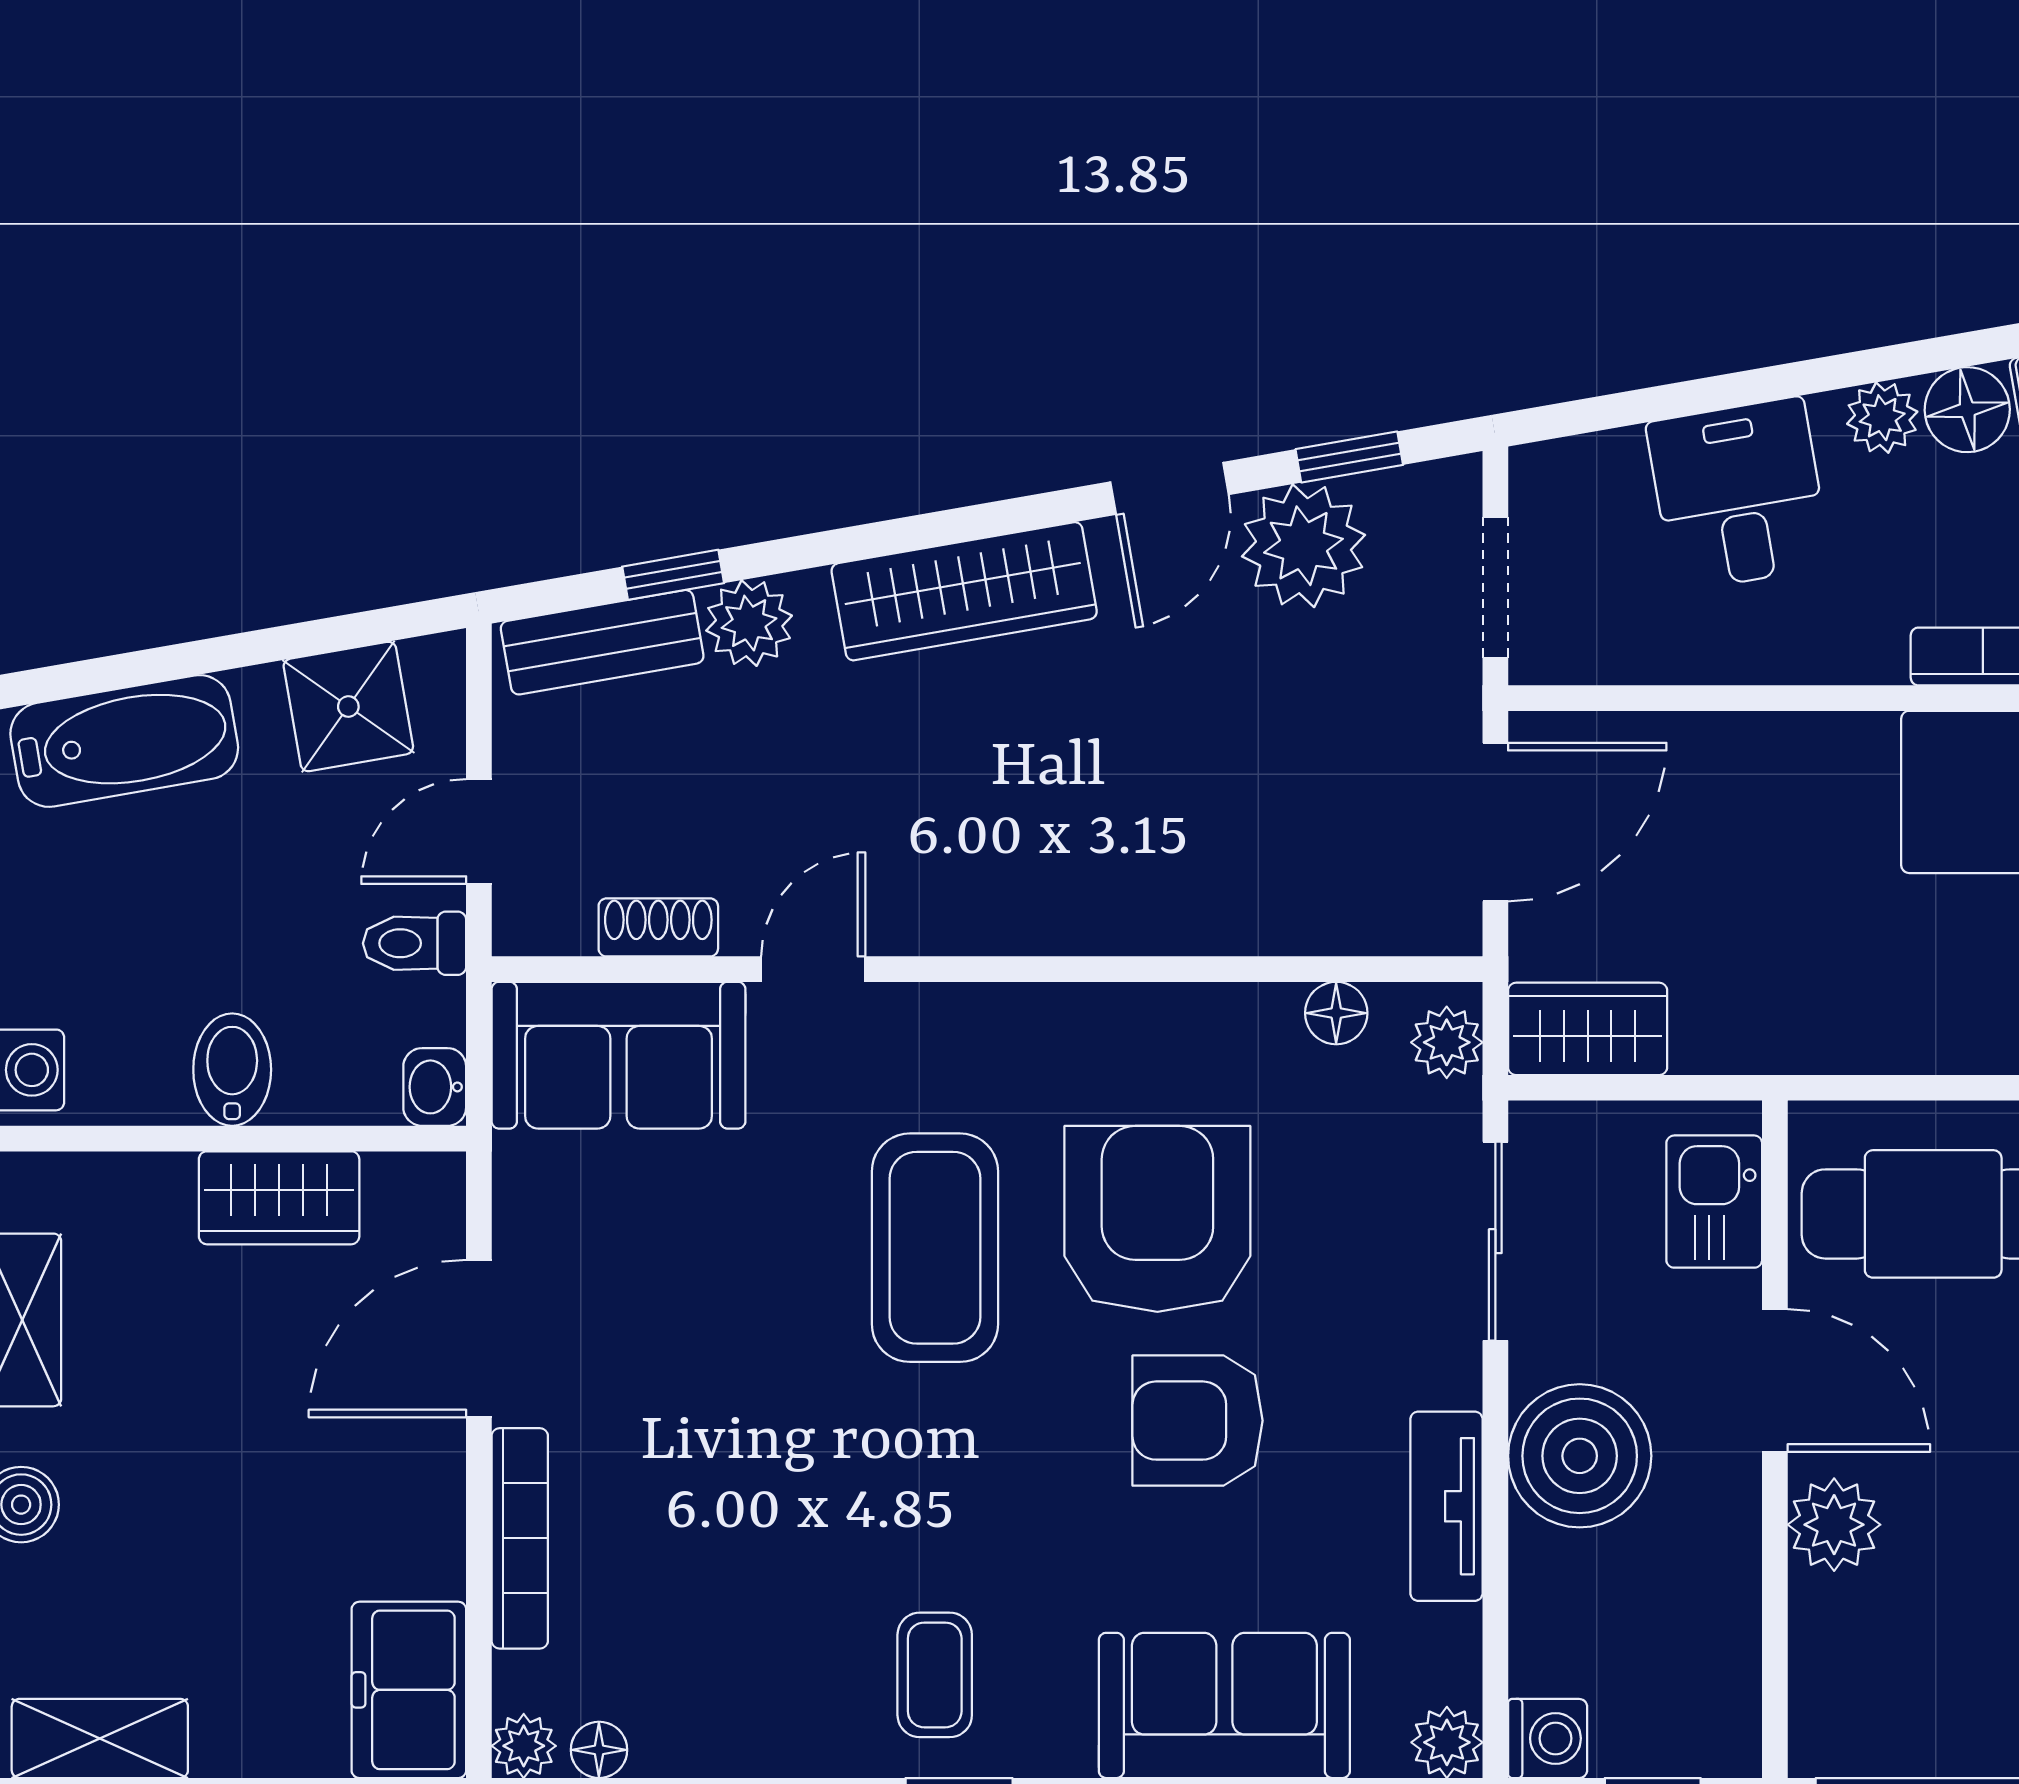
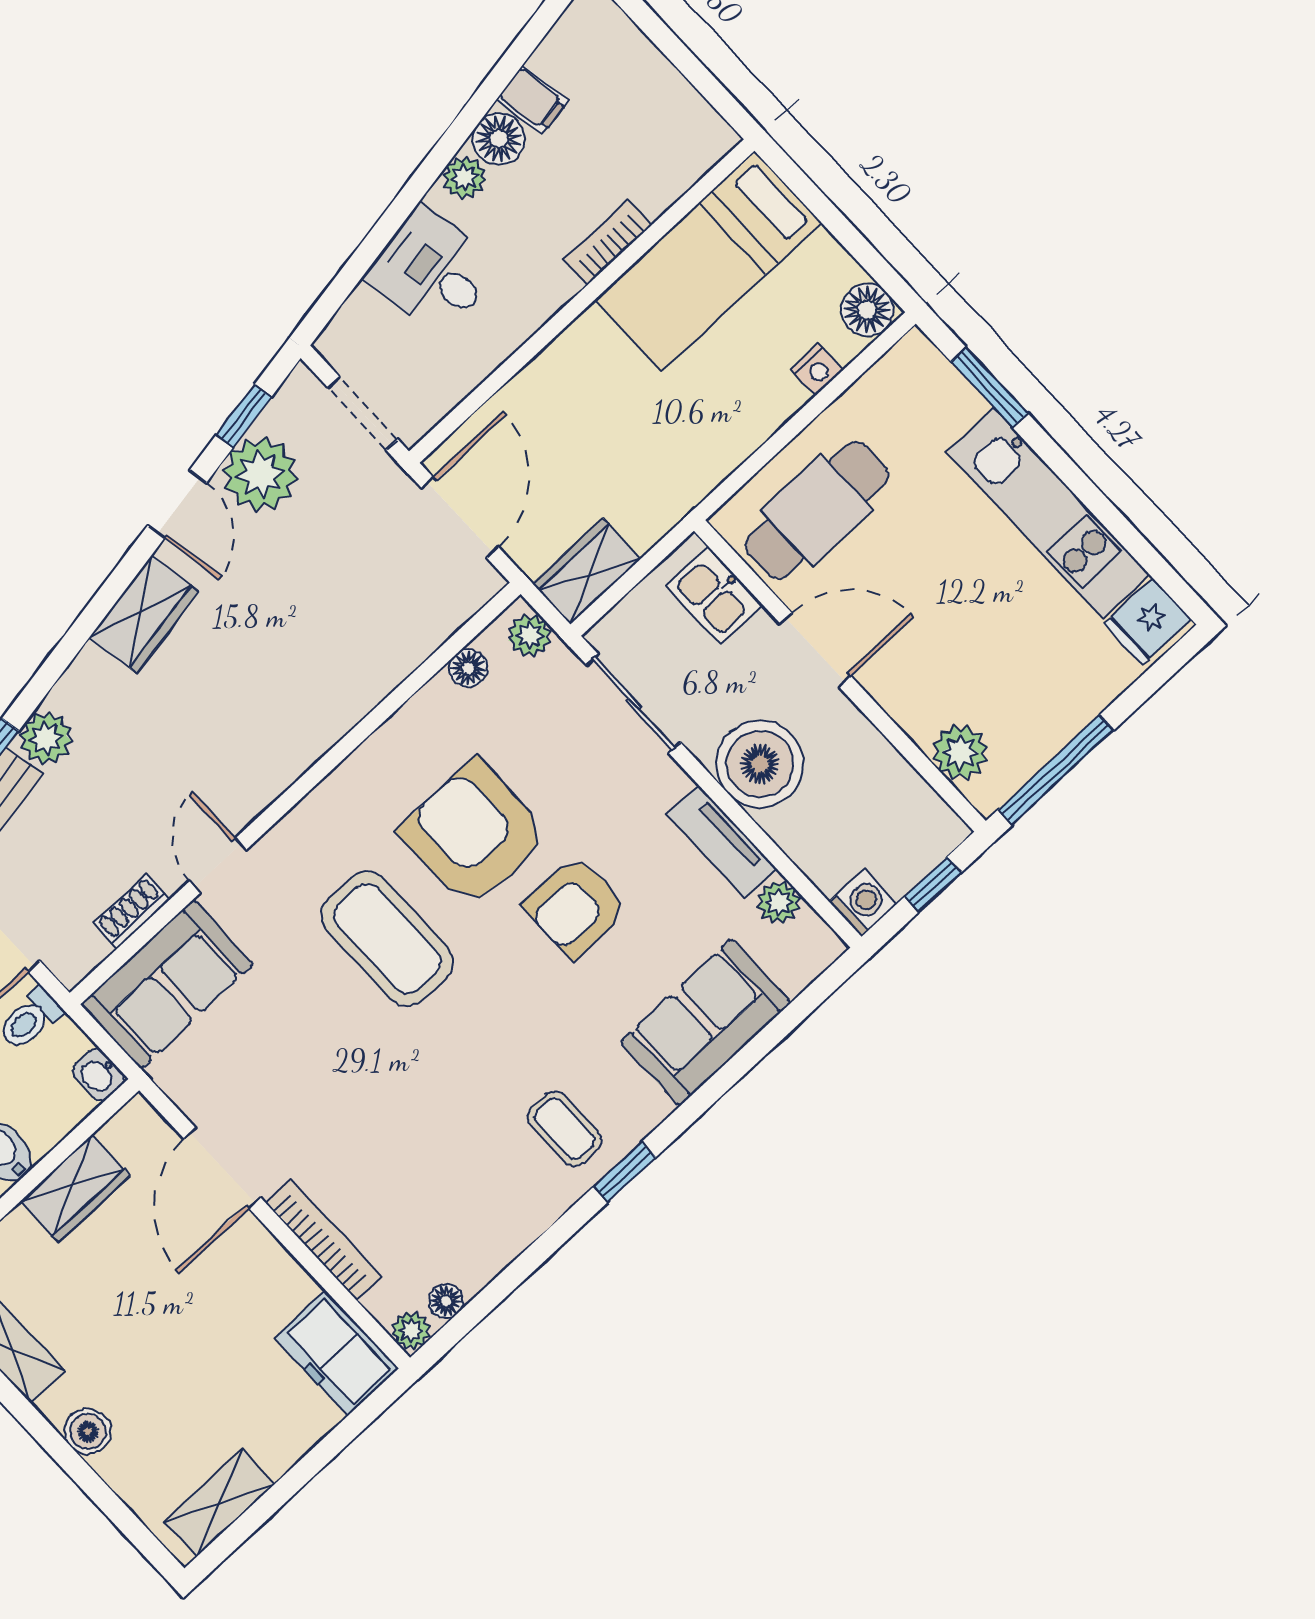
wardrobe: (964, 591) -> (144, 614), width x0.67
plant: (1834, 1525) -> (960, 752), moved
plant: (1447, 1742) -> (779, 902), moved

